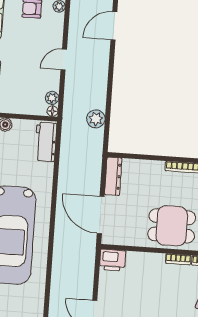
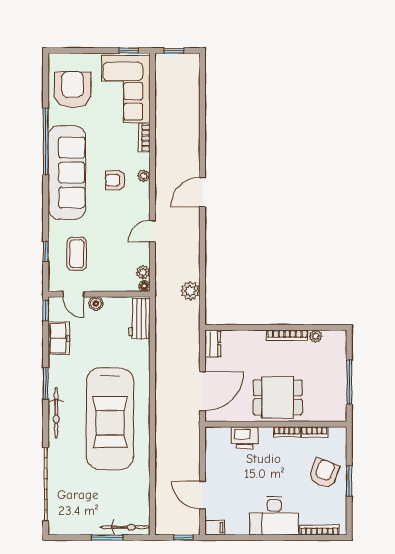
dresser: (113, 176) -> (213, 344), width x0.70
door: (101, 215) -> (202, 391), swing flipped
printer: (113, 260) -> (245, 438), moved

